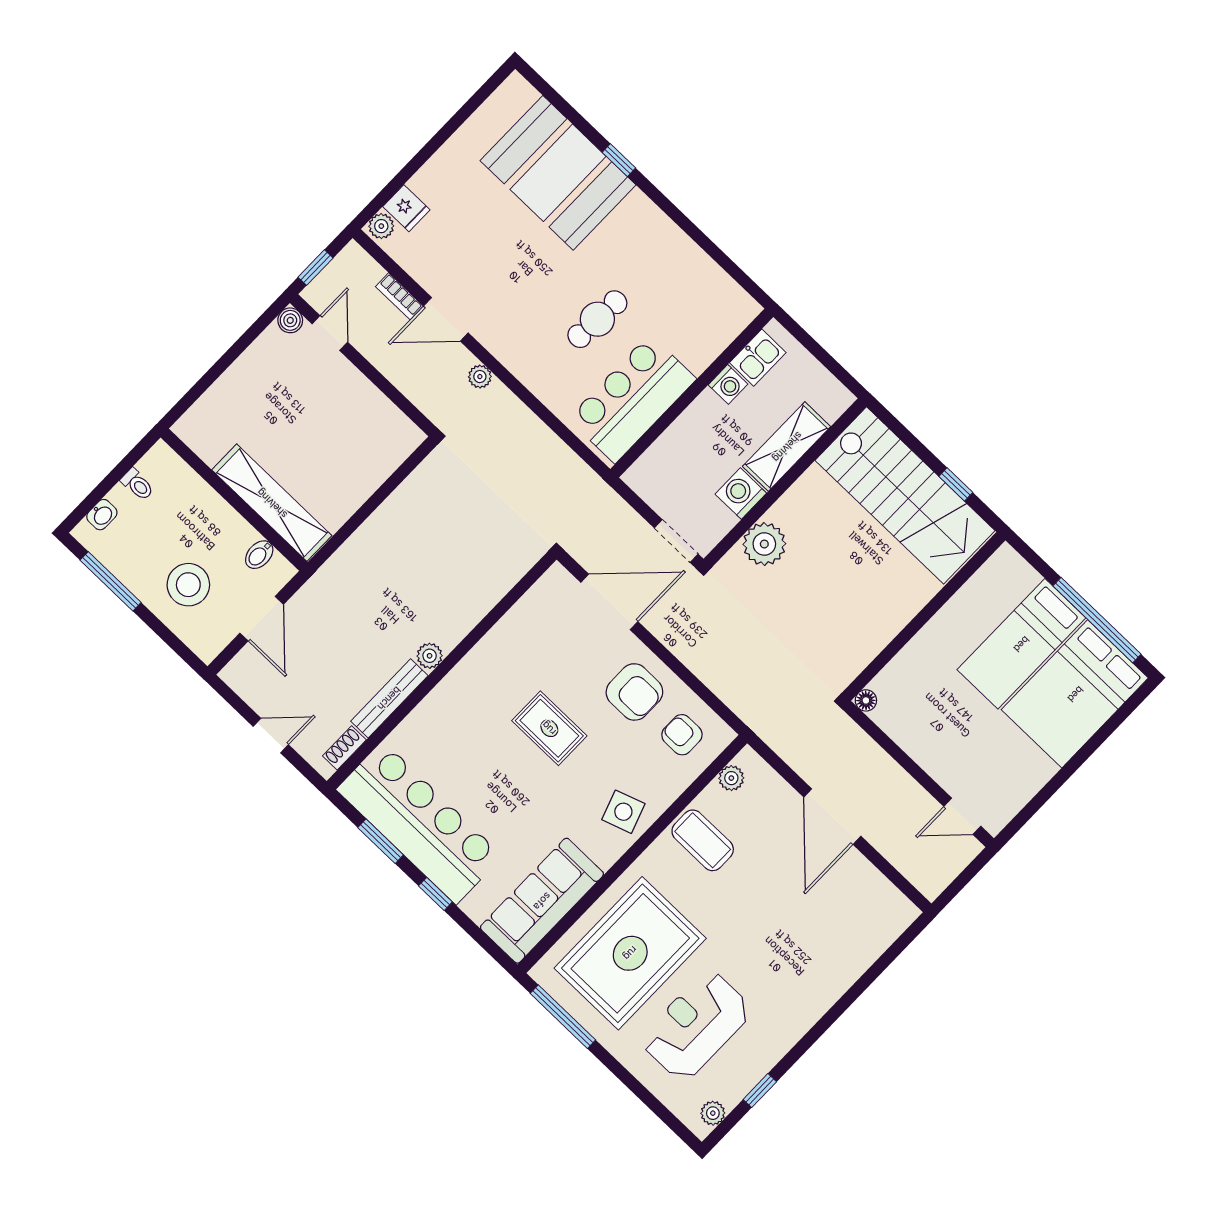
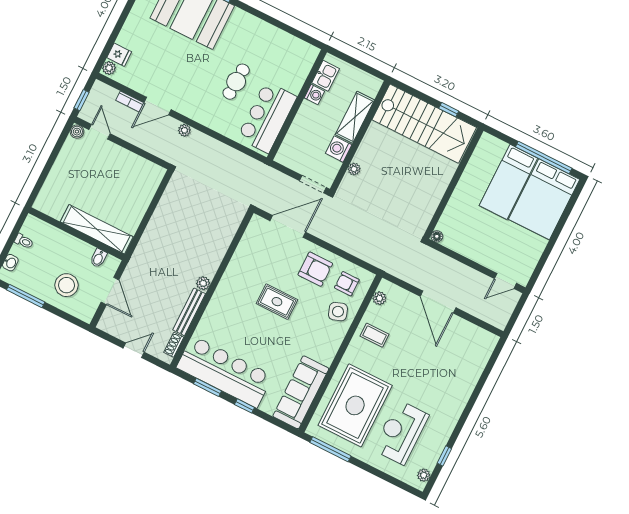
plant: (764, 544) -> (354, 169), width x0.53, depth x0.53
side table: (623, 812) -> (338, 312), moved
coffee table: (703, 840) -> (375, 335), width x0.73, depth x0.77

